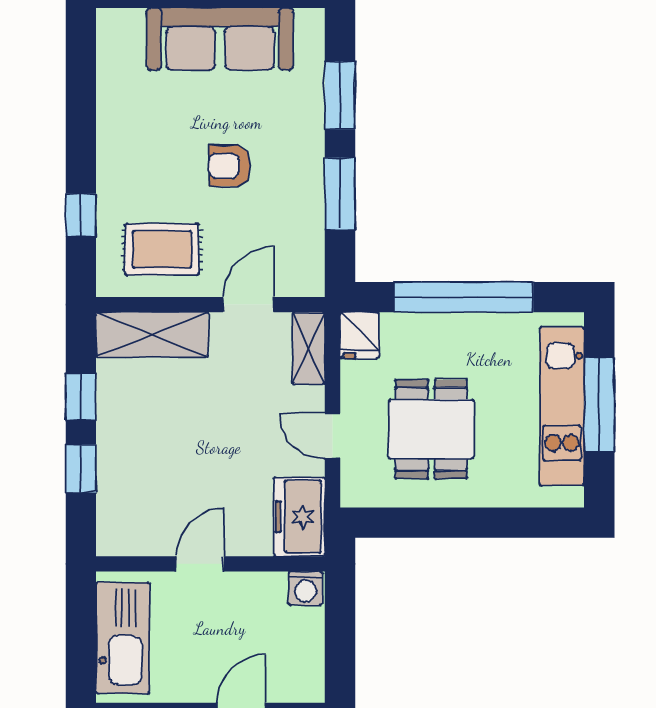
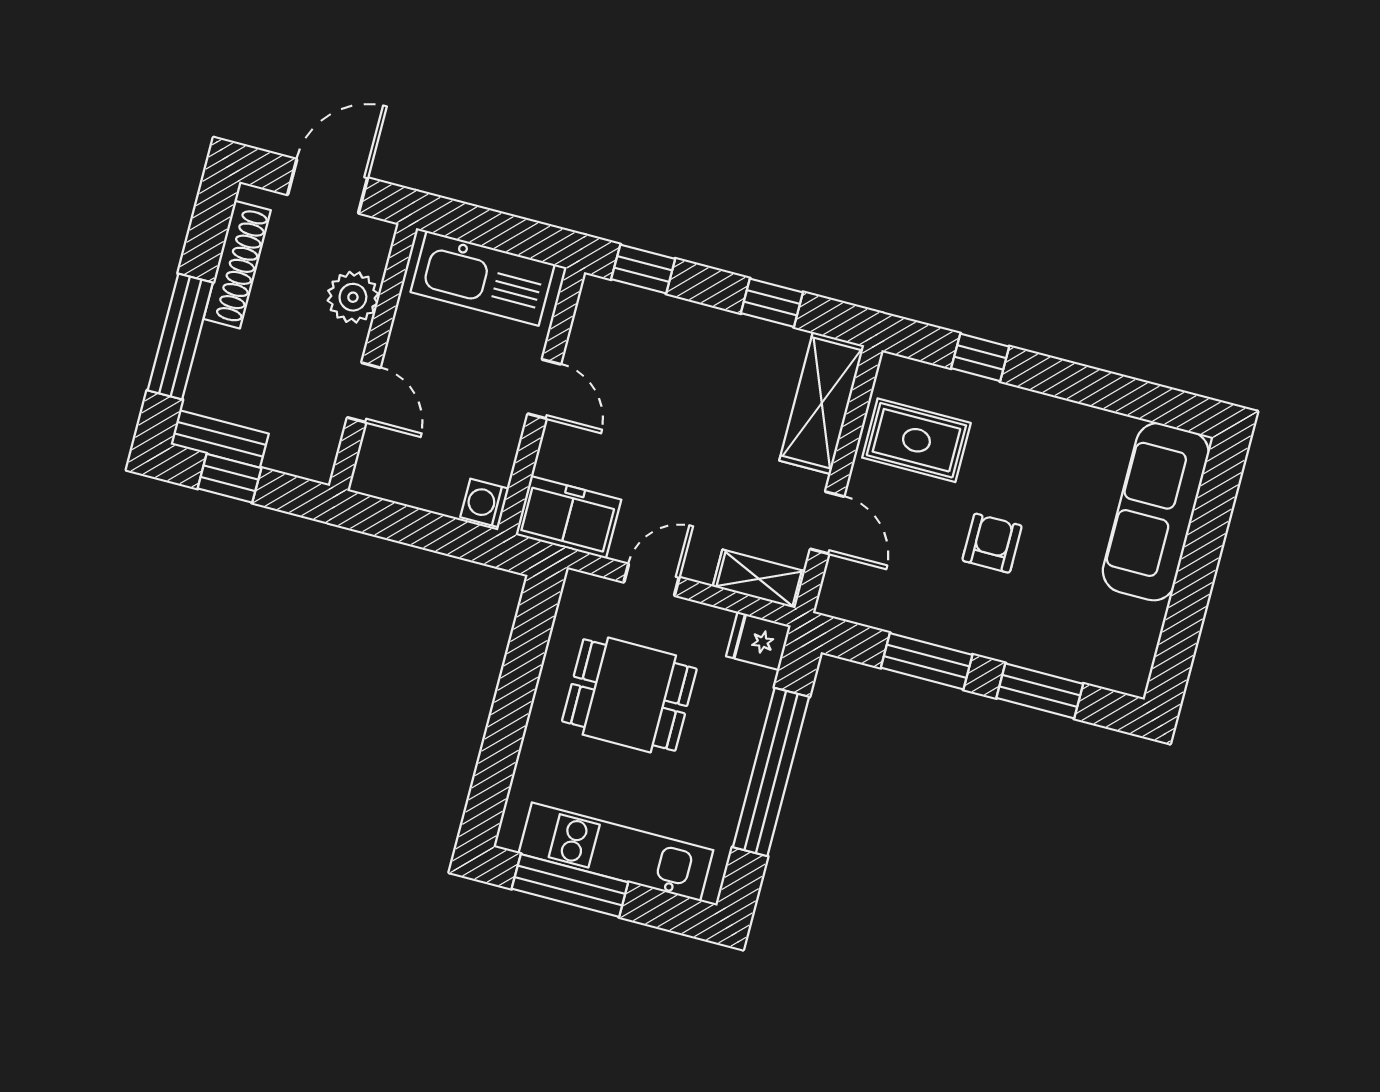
sofa: (220, 39) -> (1156, 512), moved
rug: (162, 249) -> (916, 440), turned 90
window: (599, 404) -> (570, 886), moved
window: (81, 469) -> (643, 269), moved

